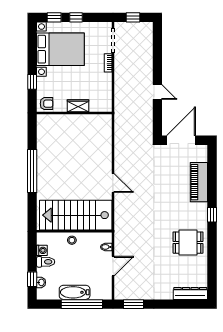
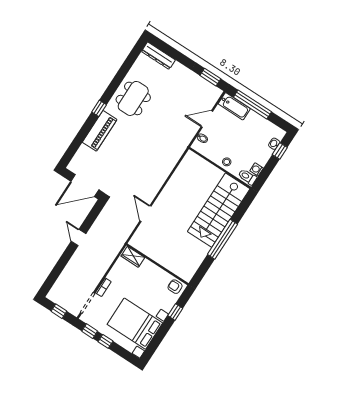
window: (54, 17) -> (90, 331), moved
wardrobe: (78, 106) -> (133, 257), moved
piano: (199, 182) -> (100, 131), moved
door: (113, 183) -> (145, 214), moved
stairs: (76, 215) -> (219, 210), moved, turned 90
dining table: (188, 243) -> (133, 98), width x1.37
toilet: (46, 262) -> (247, 177), moved
bathtub: (75, 292) -> (234, 106), moved

